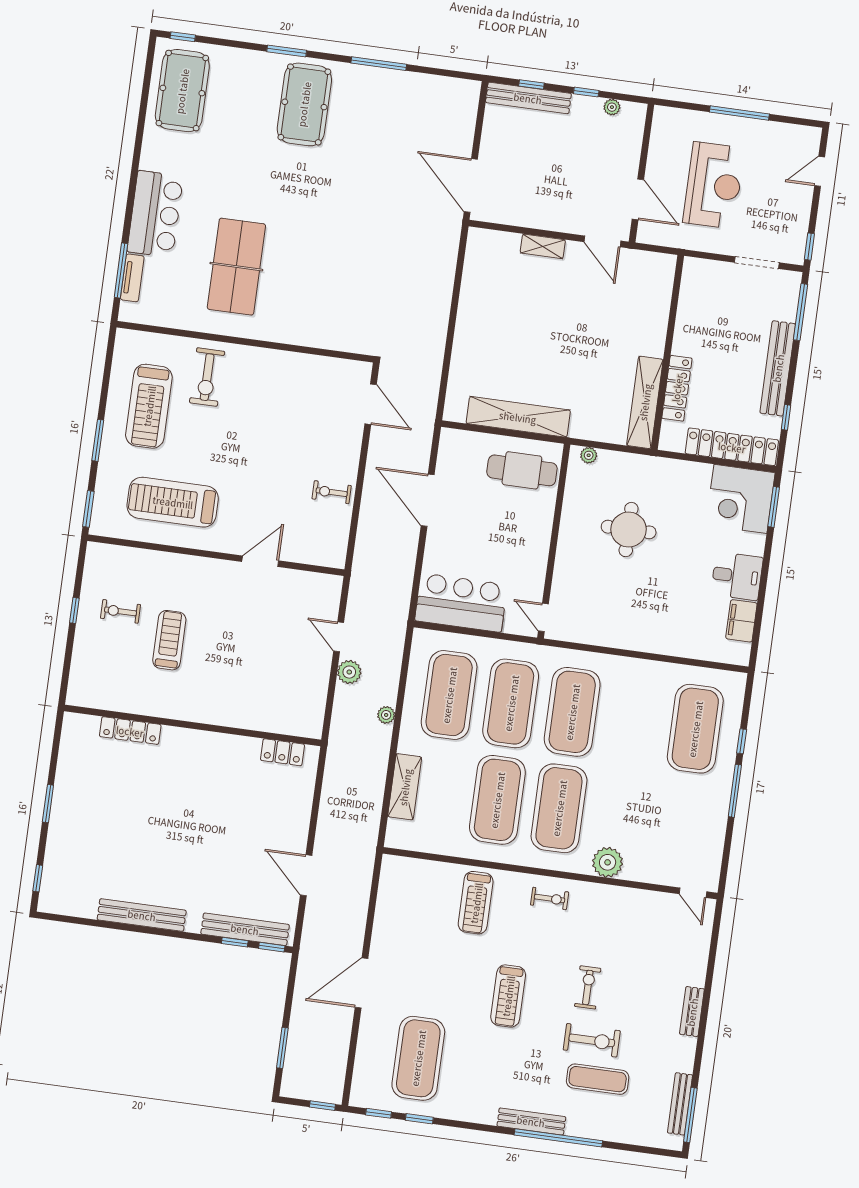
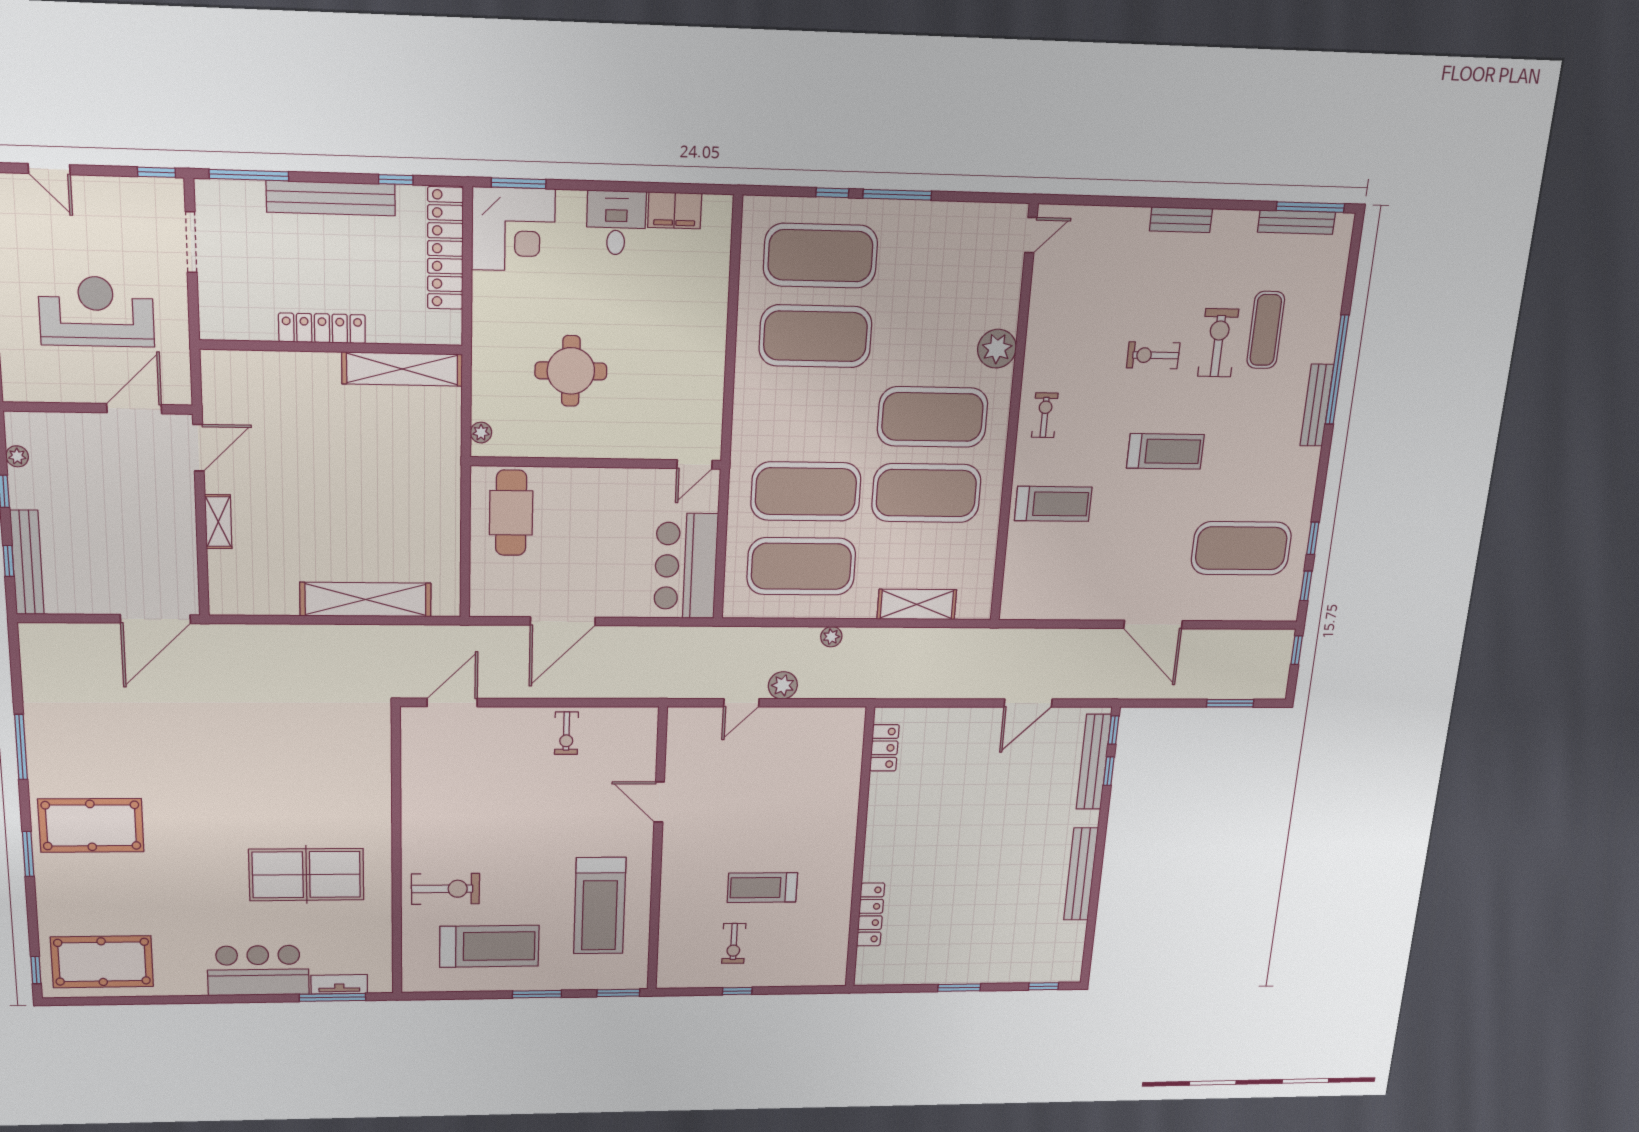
locker: (677, 388) -> (322, 328), moved
shelving: (518, 417) -> (366, 600), moved, turned 90
exercise mat: (572, 712) -> (815, 336), moved

